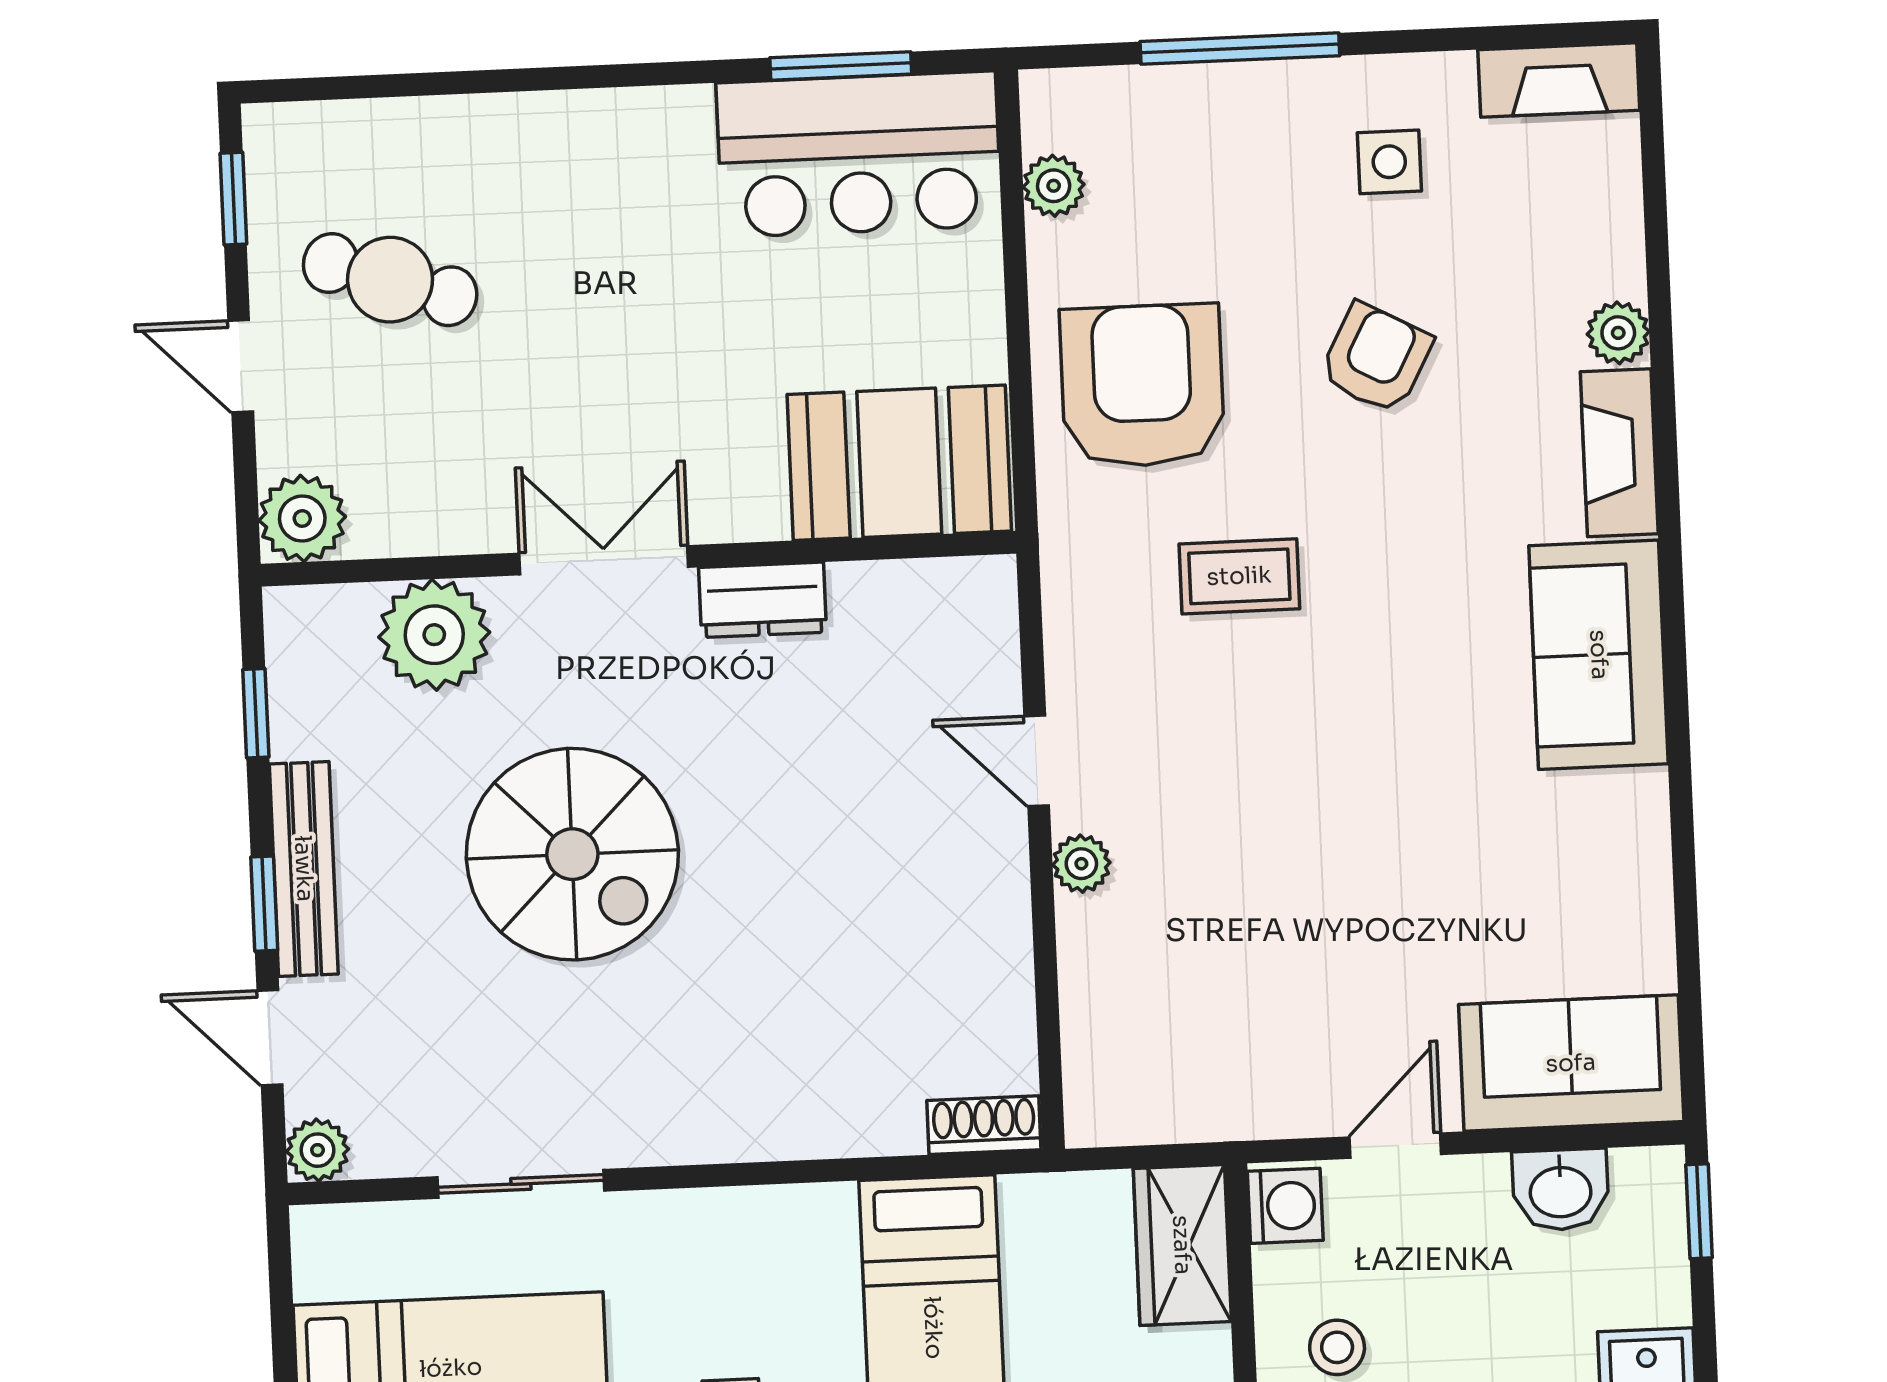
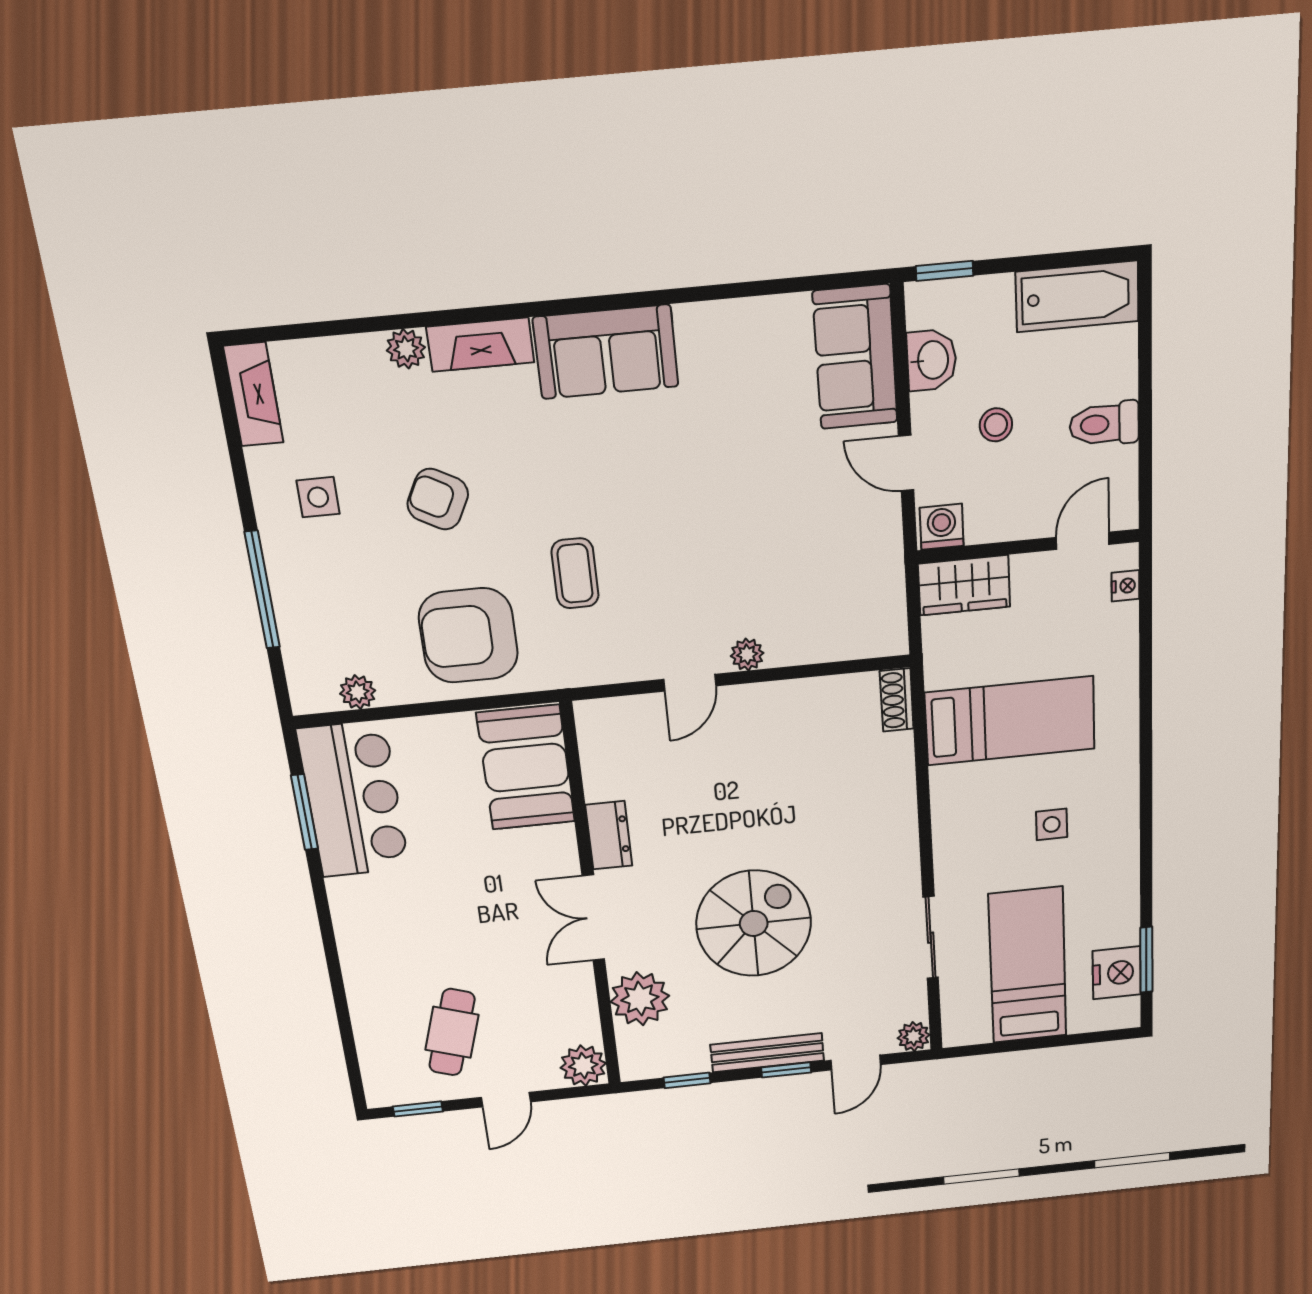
stool: (1337, 1347) -> (996, 425), moved

